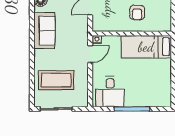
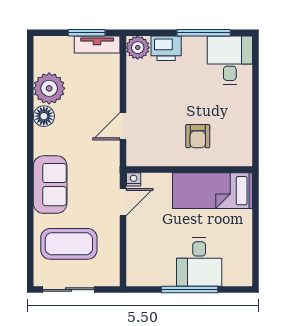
sofa: (44, 31) -> (50, 185), moved
desk: (110, 92) -> (199, 262), moved

